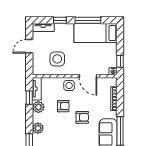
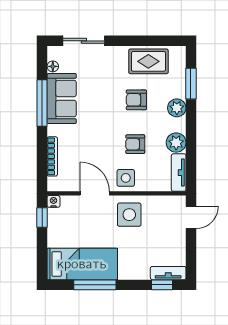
window: (60, 20) -> (162, 285), moved
door: (29, 46) -> (191, 217), moved
side table: (57, 59) -> (129, 215), moved
window: (29, 98) -> (191, 158), removed
armchair: (82, 117) -> (136, 100), moved

